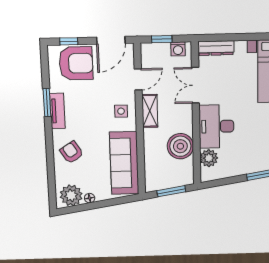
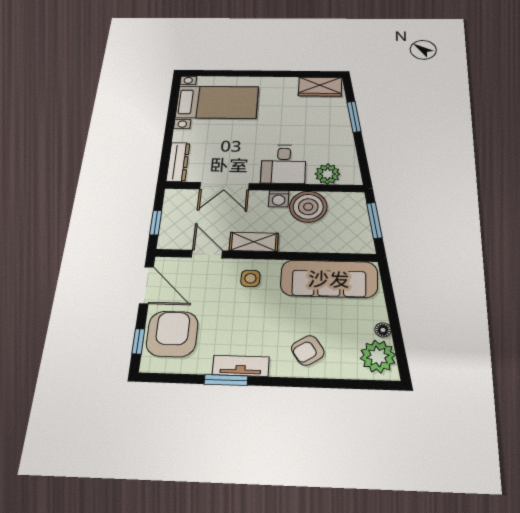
washing machine: (178, 49) -> (279, 199), moved, turned 90
desk: (216, 126) -> (284, 164), width x0.73

